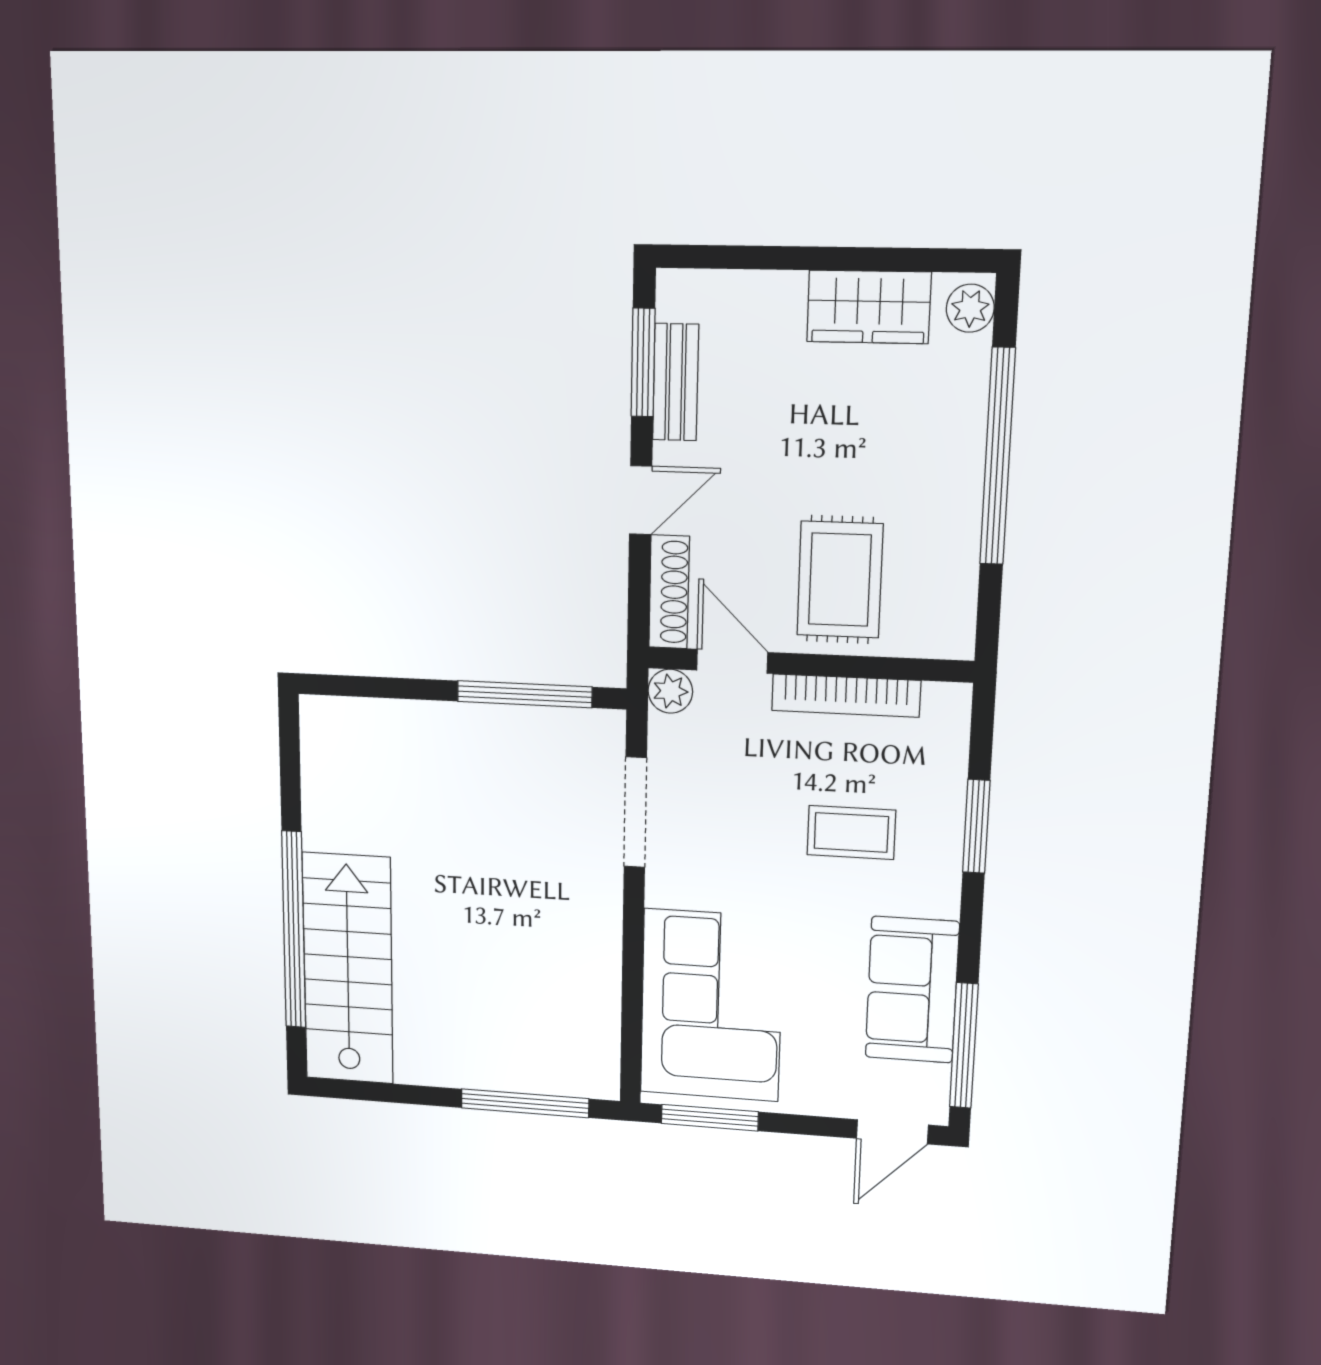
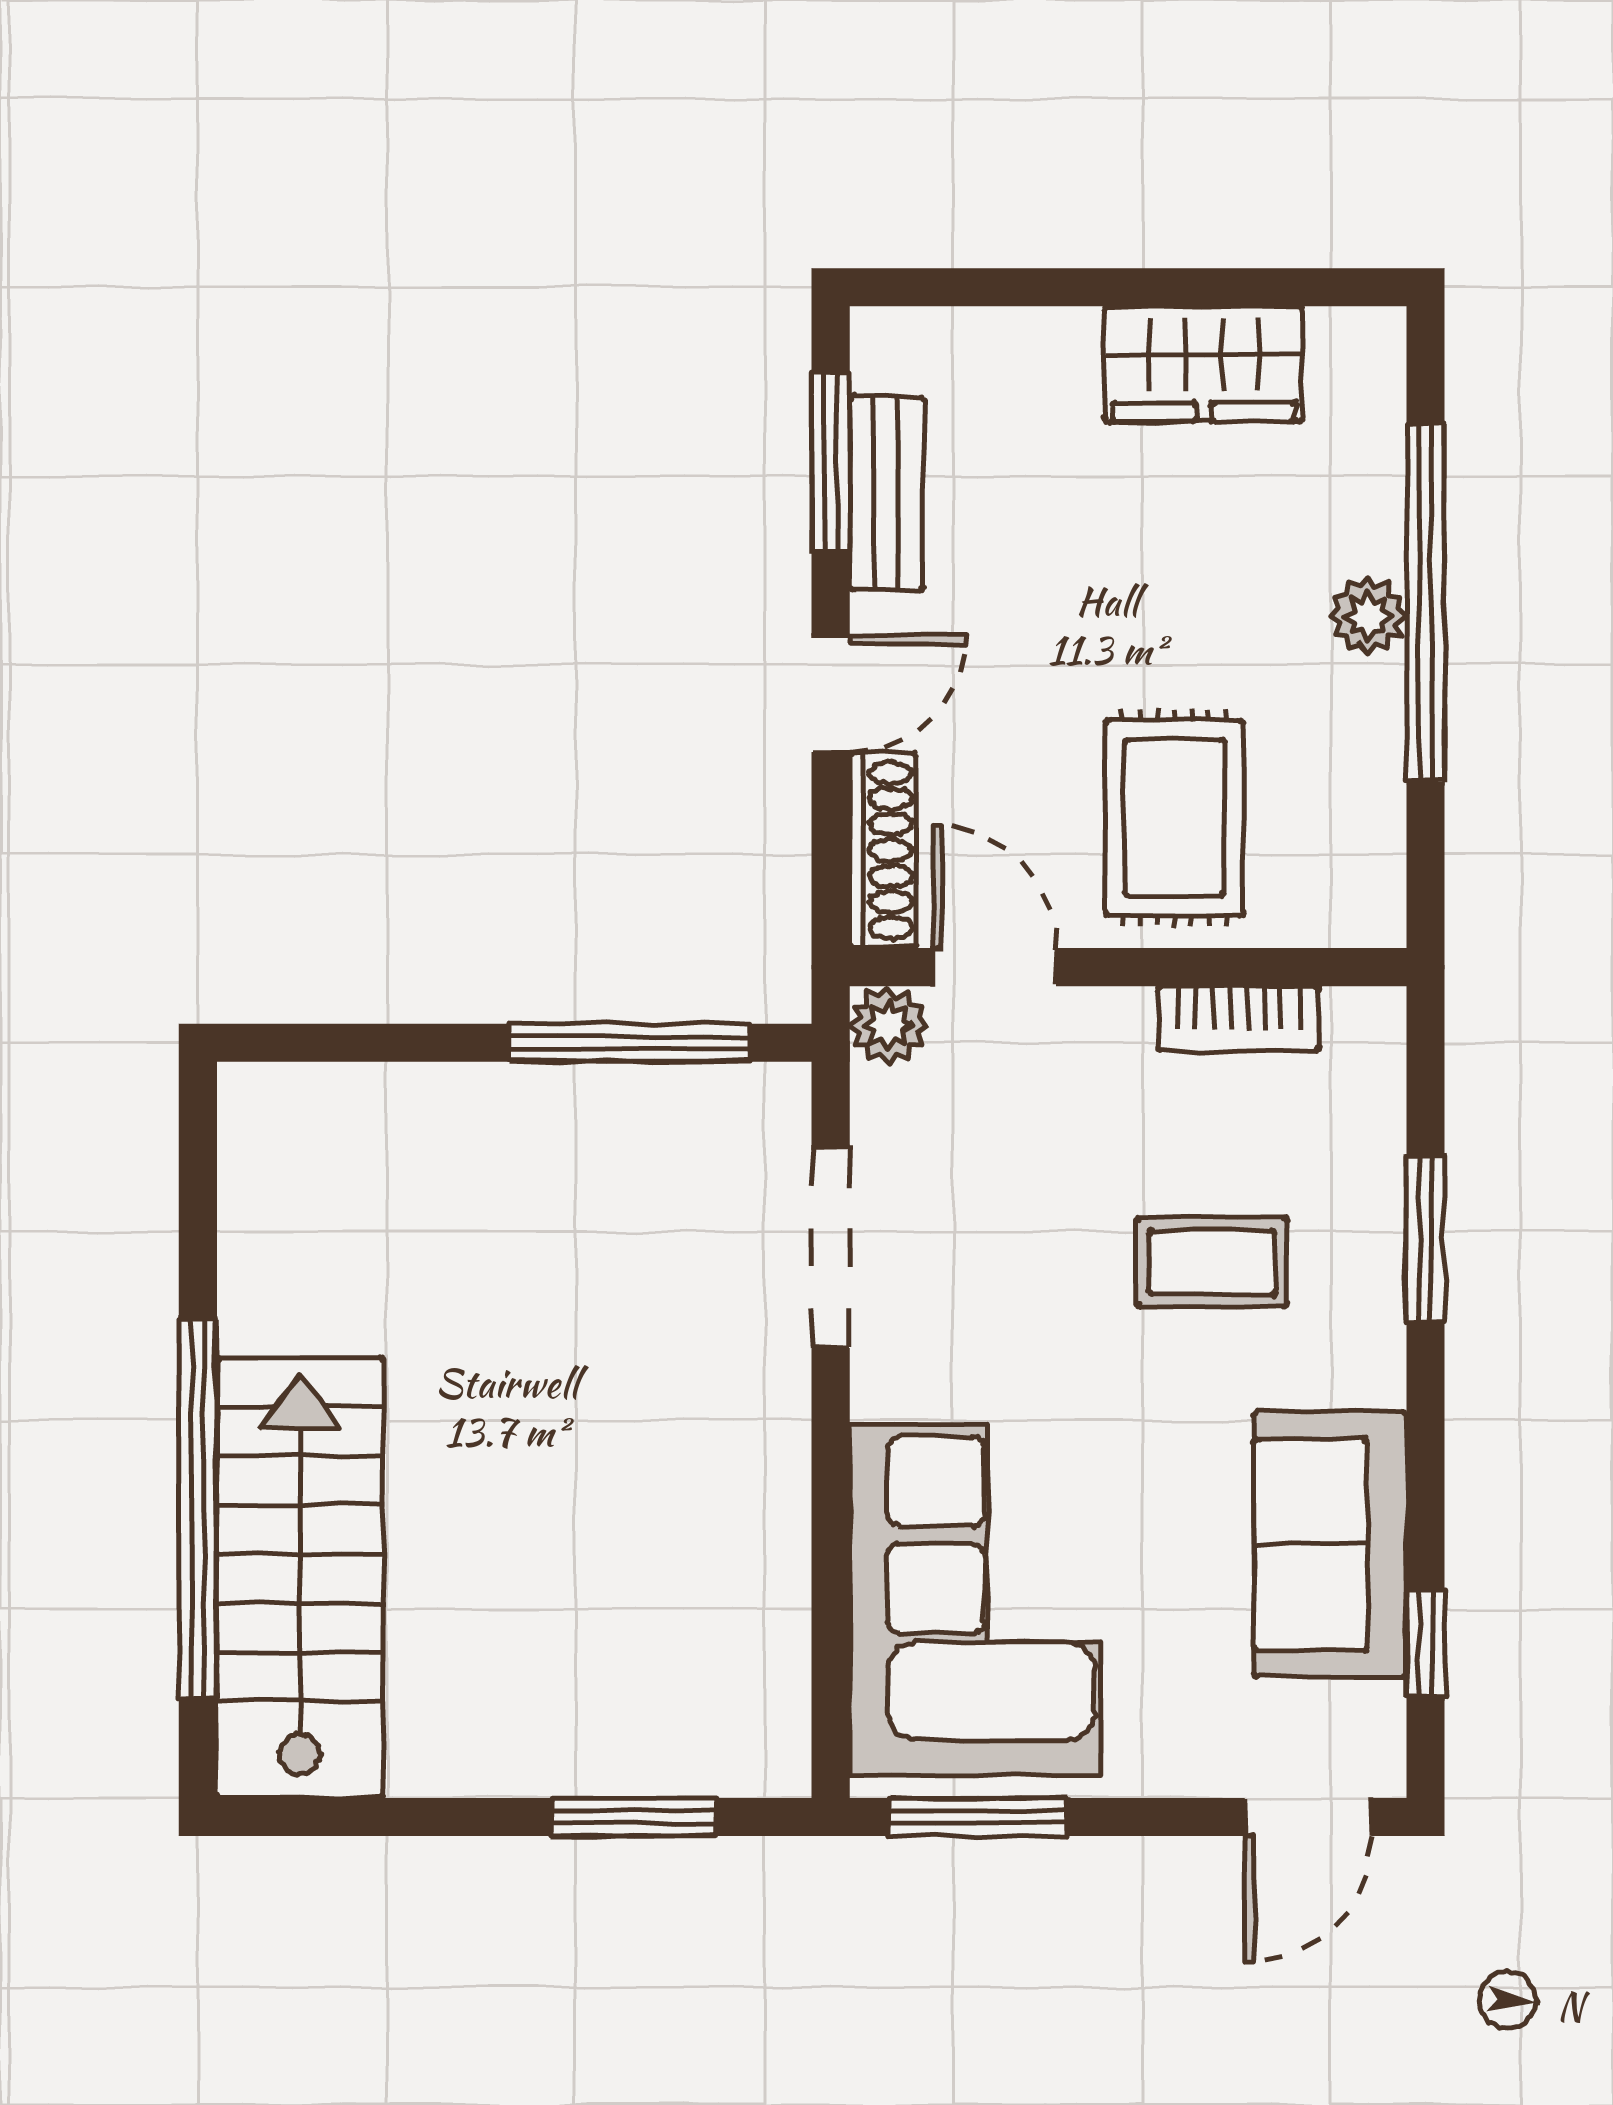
plant: (970, 308) -> (1368, 616), moved
bookcase: (846, 695) -> (1238, 1018), width x0.64
window: (964, 1046) -> (1426, 1643), width x0.46
window: (525, 1103) -> (634, 1817), width x0.69

